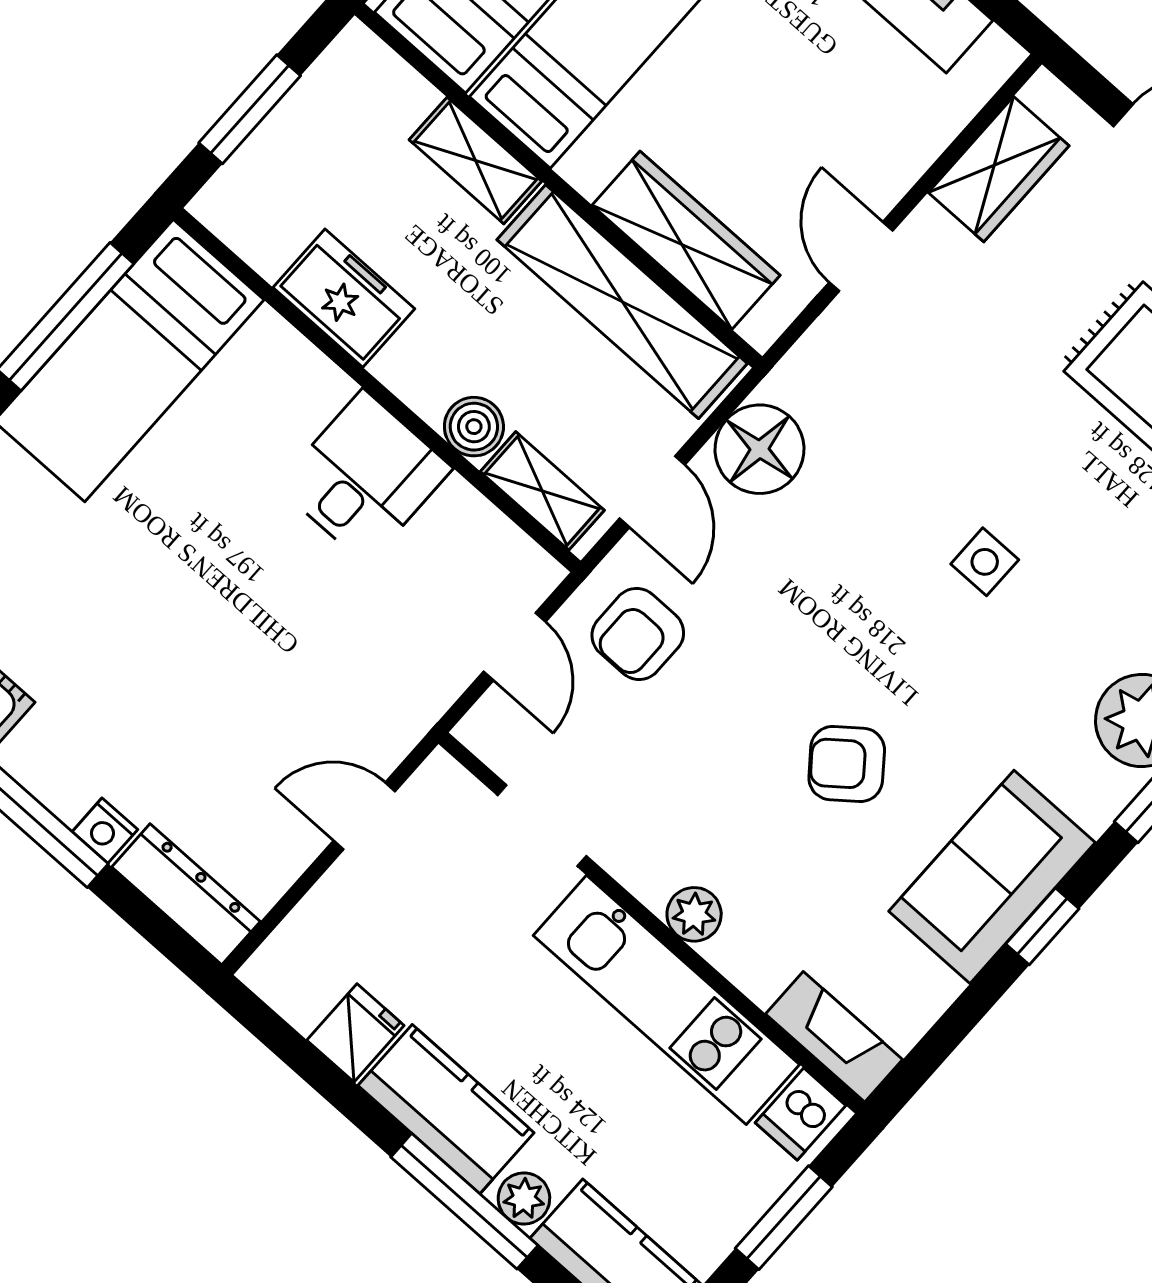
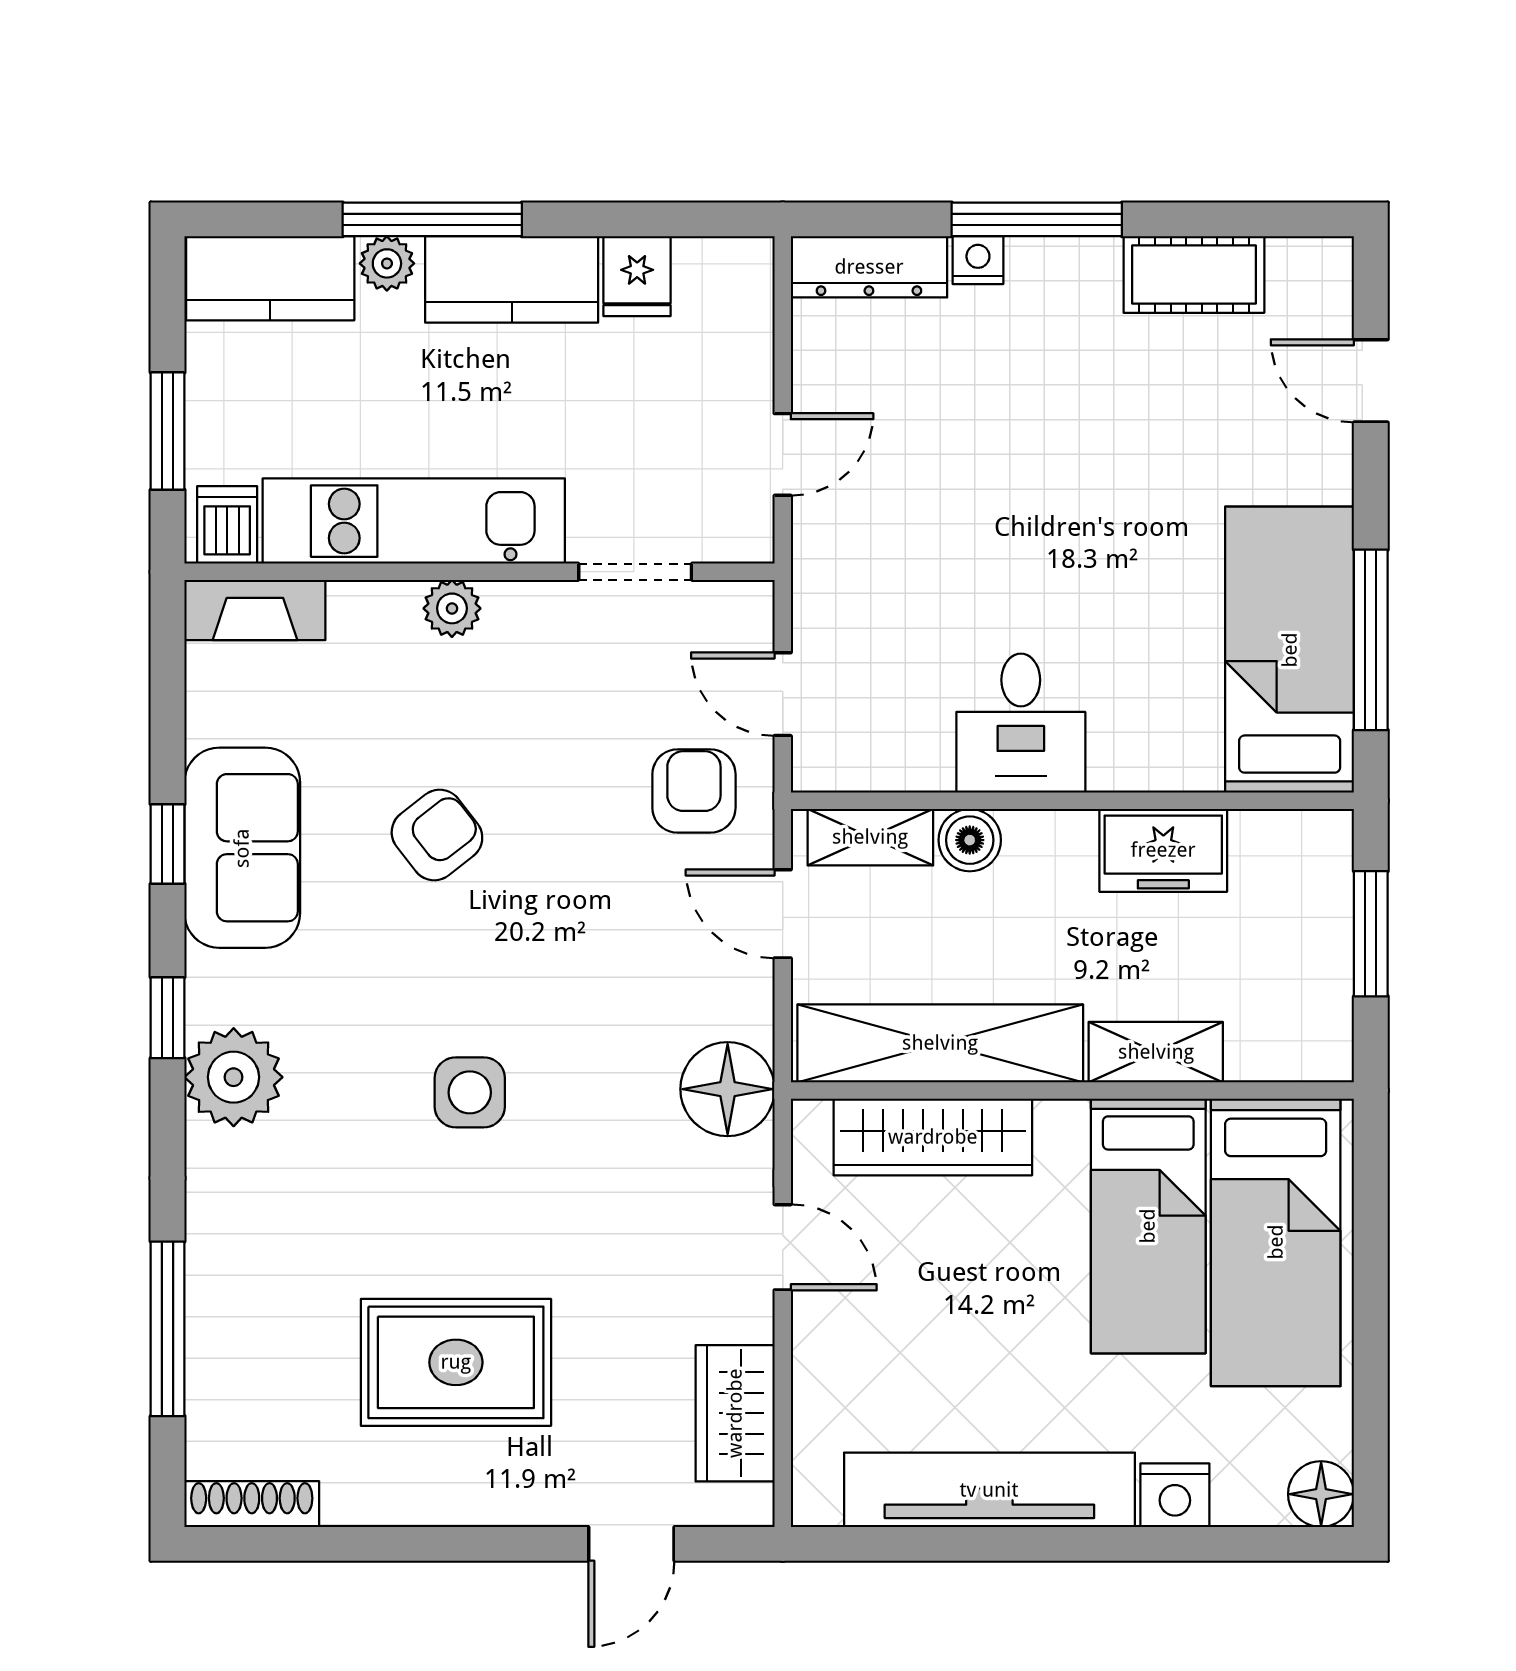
floor lamp: (760, 449) -> (728, 1089), moved
side table: (985, 562) -> (470, 1092), width x1.37, depth x1.37

